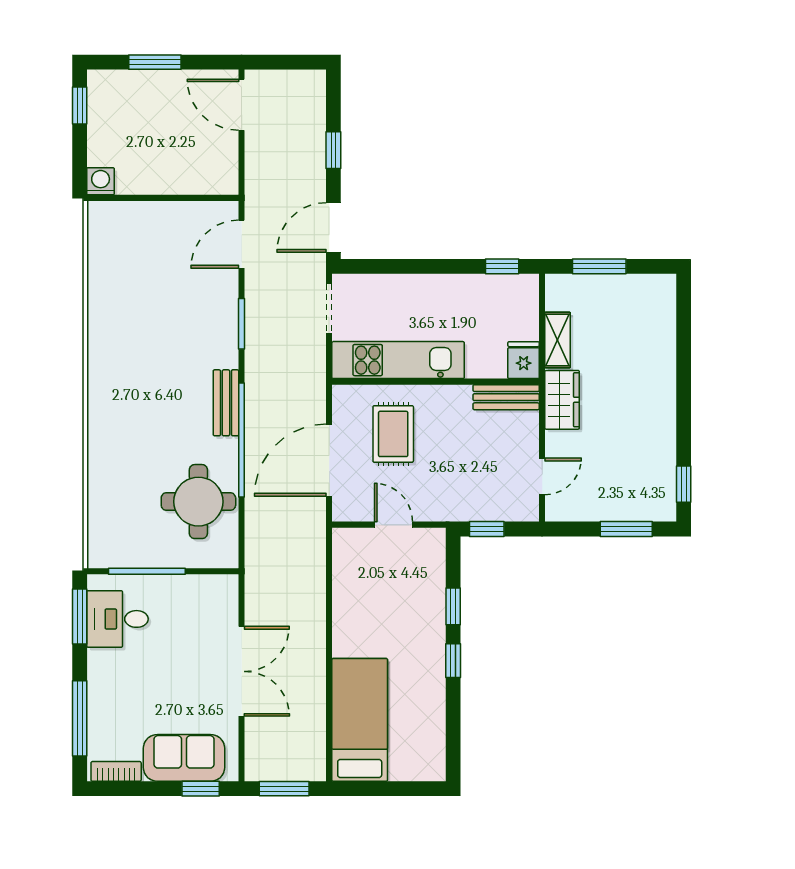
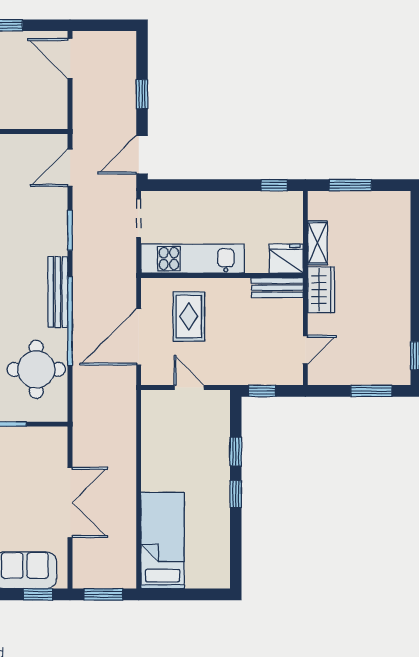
fridge: (524, 360) -> (286, 259), width x1.38
bench: (226, 403) -> (58, 292), width x1.36

